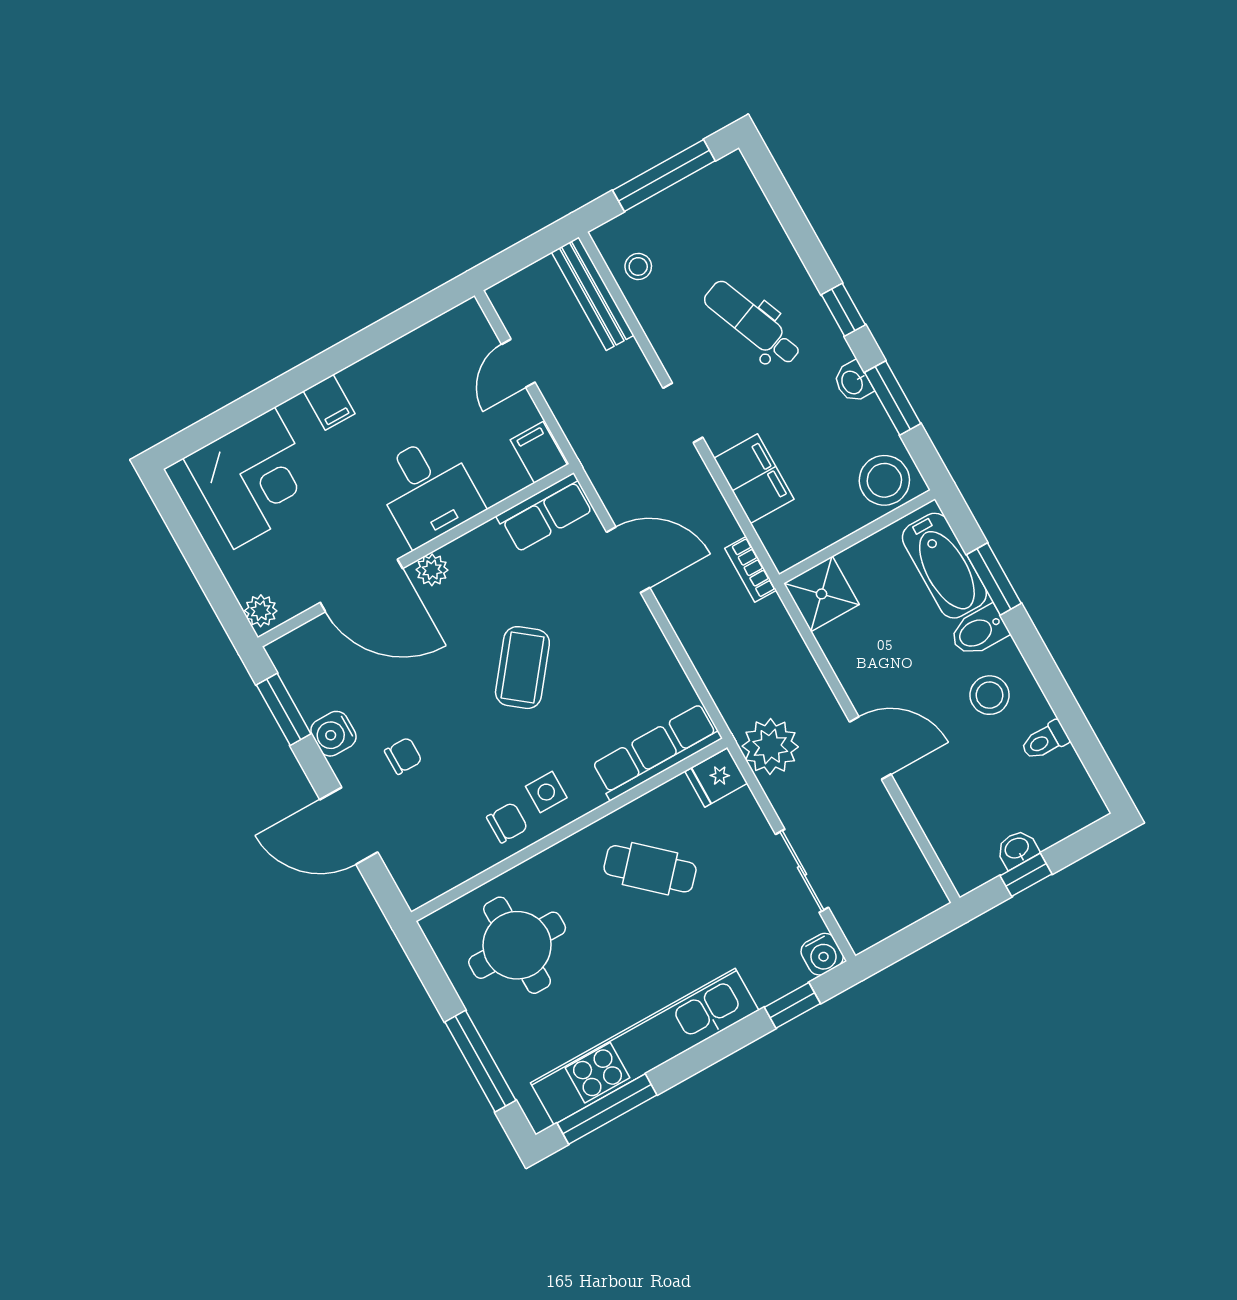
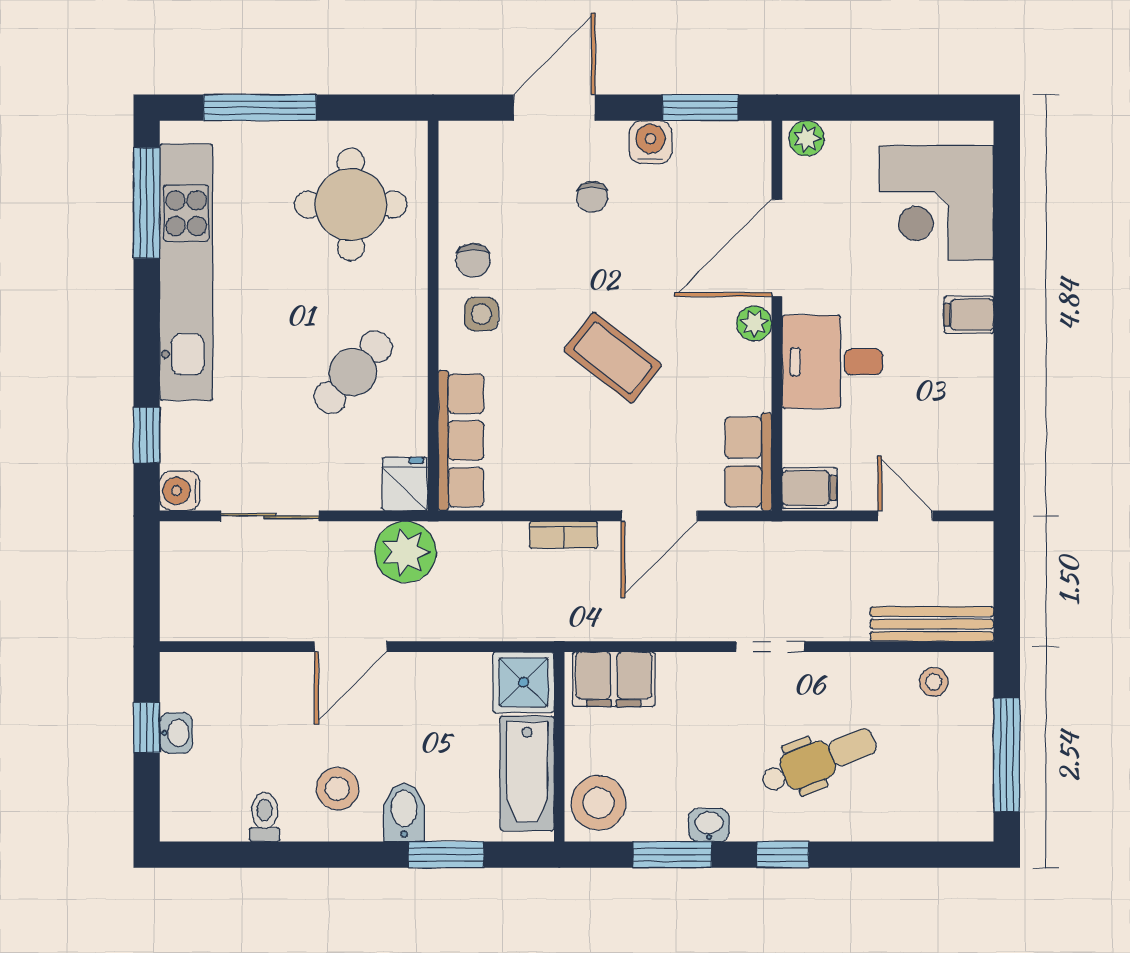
filing cabinet: (754, 479) -> (614, 679), moved
bathtub: (944, 566) -> (527, 773), moved, turned -90
bookcase: (751, 569) -> (563, 535), moved, turned 180

